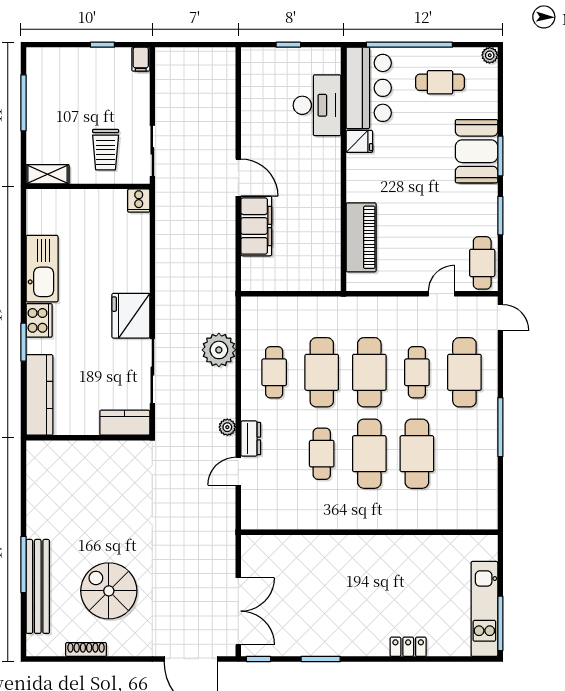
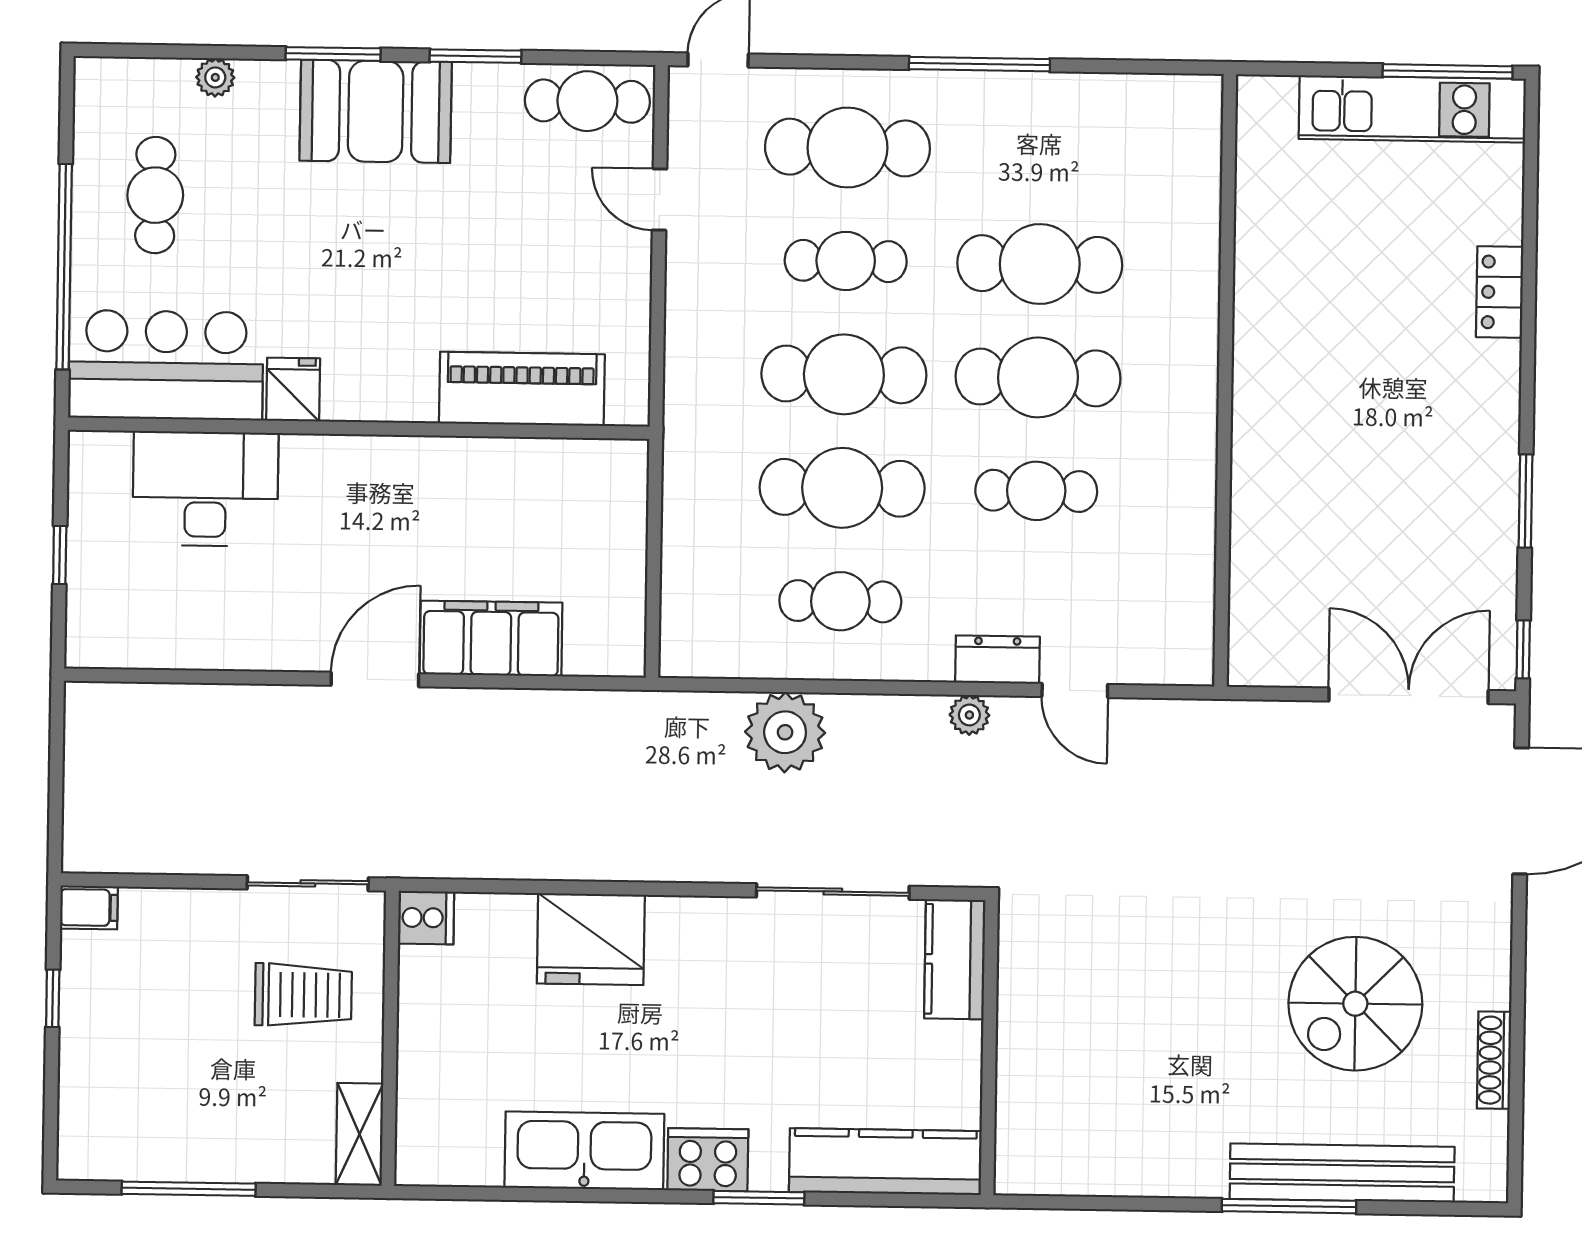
plant: (490, 55) -> (215, 77), moved
booth: (477, 151) -> (376, 111), moved
fridge: (131, 316) -> (591, 939), moved

